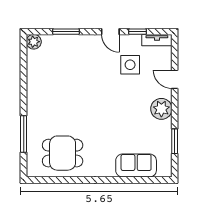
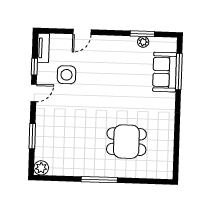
plant: (161, 109) -> (143, 42), moved, width x0.53, depth x0.53
window: (24, 134) -> (99, 180), moved
dining table: (63, 153) -> (126, 142), moved, turned 90
window: (137, 180) -> (179, 72), added

